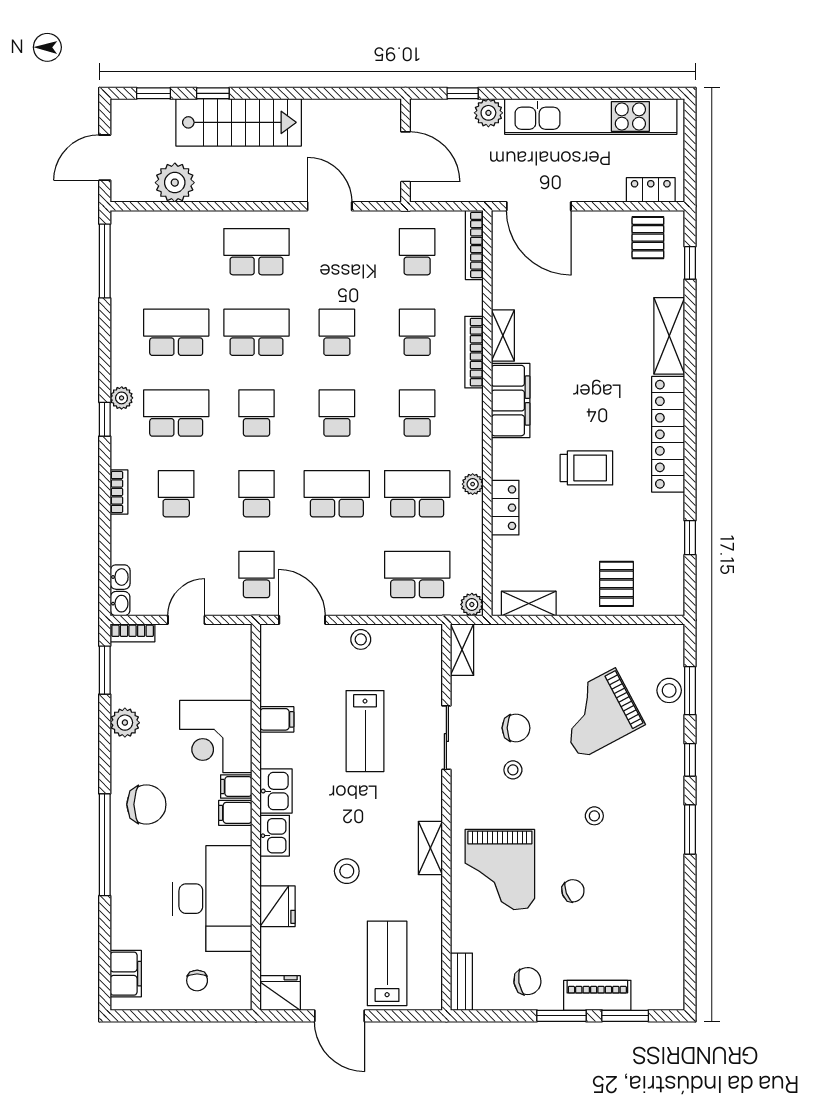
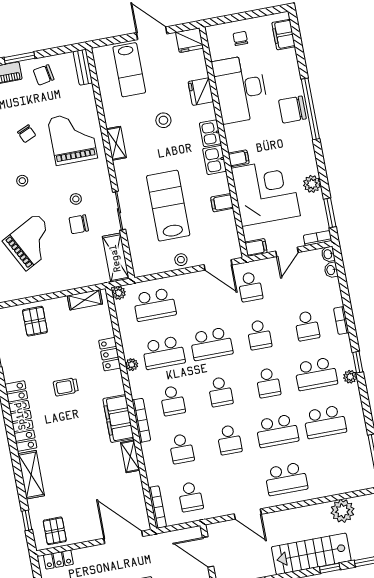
bookcase: (474, 352) -> (141, 420), moved
trolley: (586, 468) -> (66, 387), width x0.73, depth x0.72
shelving: (462, 650) -> (116, 258), width x1.50, depth x1.33
lab bench: (365, 731) -> (168, 206), width x1.36, depth x1.39
corner desk: (216, 737) -> (266, 192), width x1.36, depth x1.36
chair: (146, 804) -> (292, 110), moved
filing cabinet: (235, 813) -> (256, 247), moved
chair: (573, 891) -> (27, 134), turned -93

